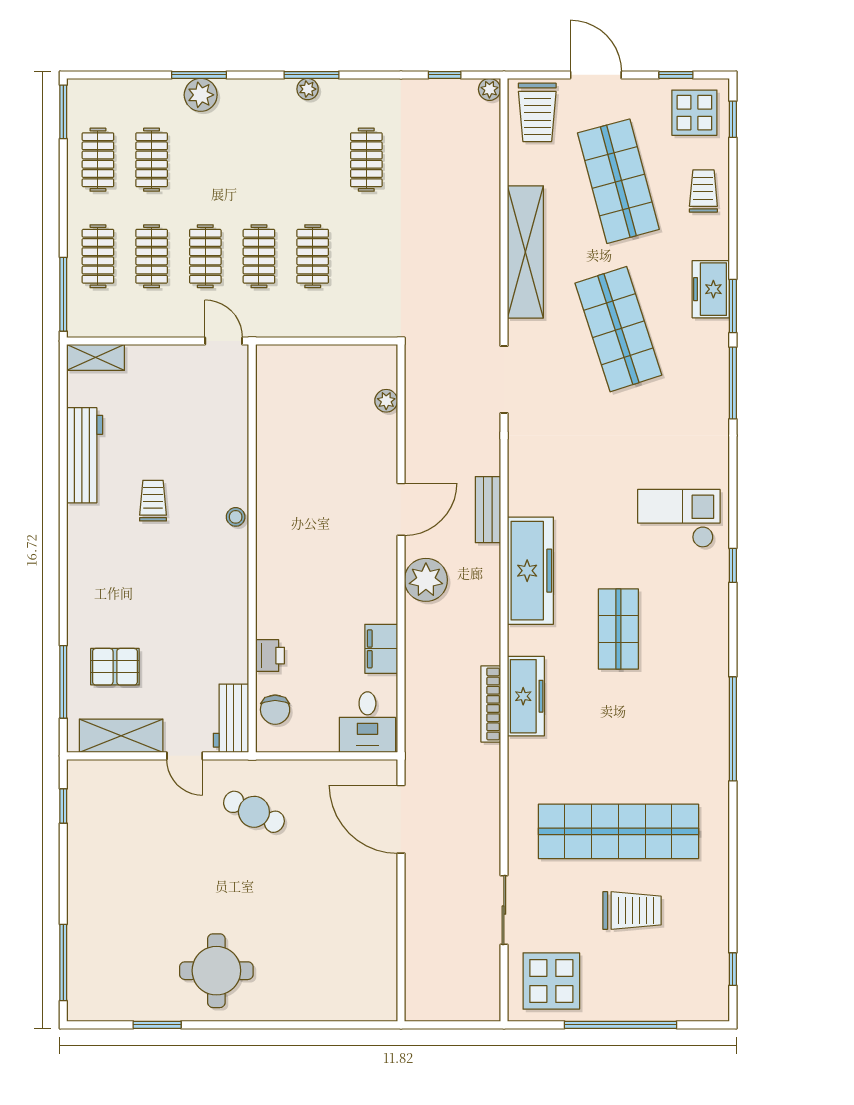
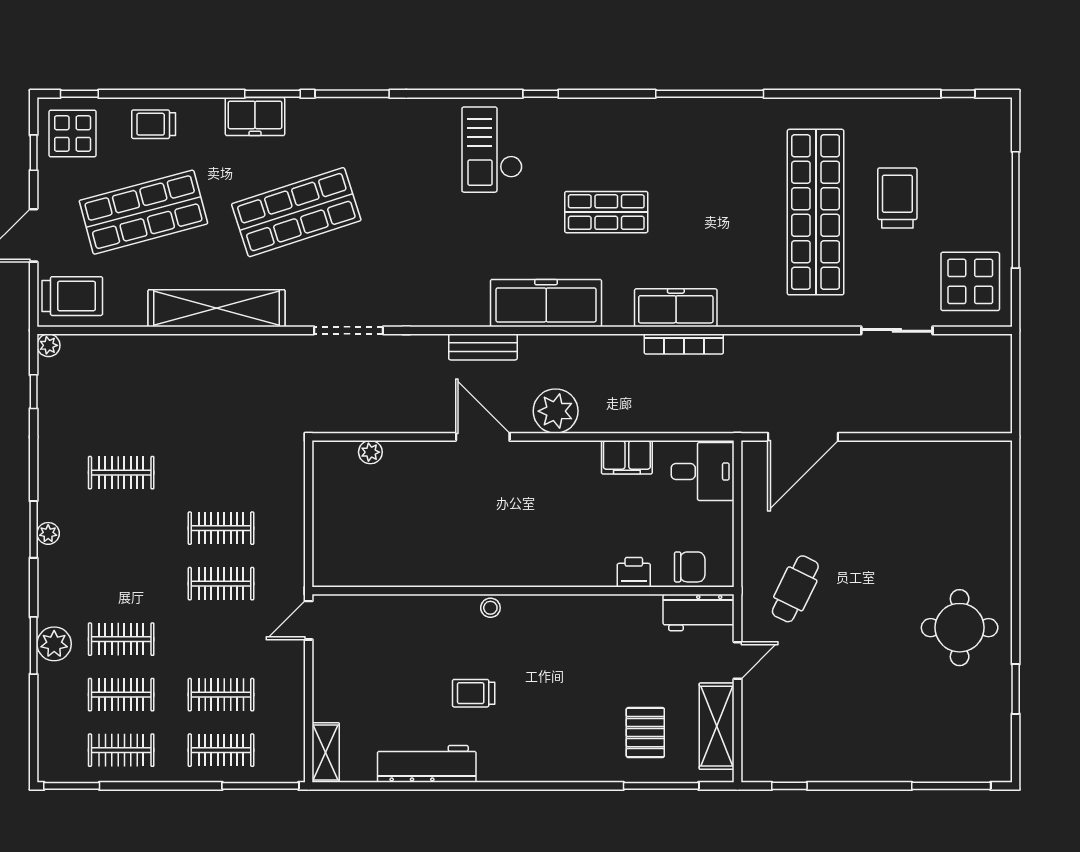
clothes rail: (205, 256) -> (121, 639), moved

